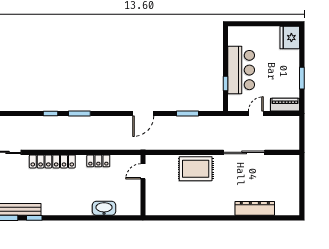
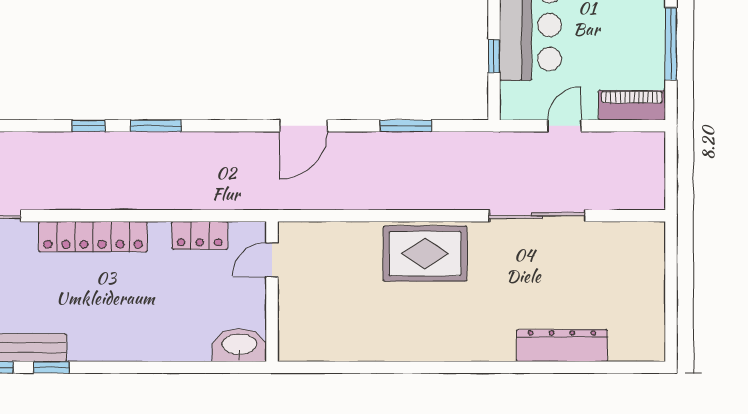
window: (302, 78) -> (671, 44), width x1.44
door: (143, 171) -> (272, 260), moved
wall: (143, 185) -> (272, 292), moved
washbasin: (104, 208) -> (239, 345), moved

